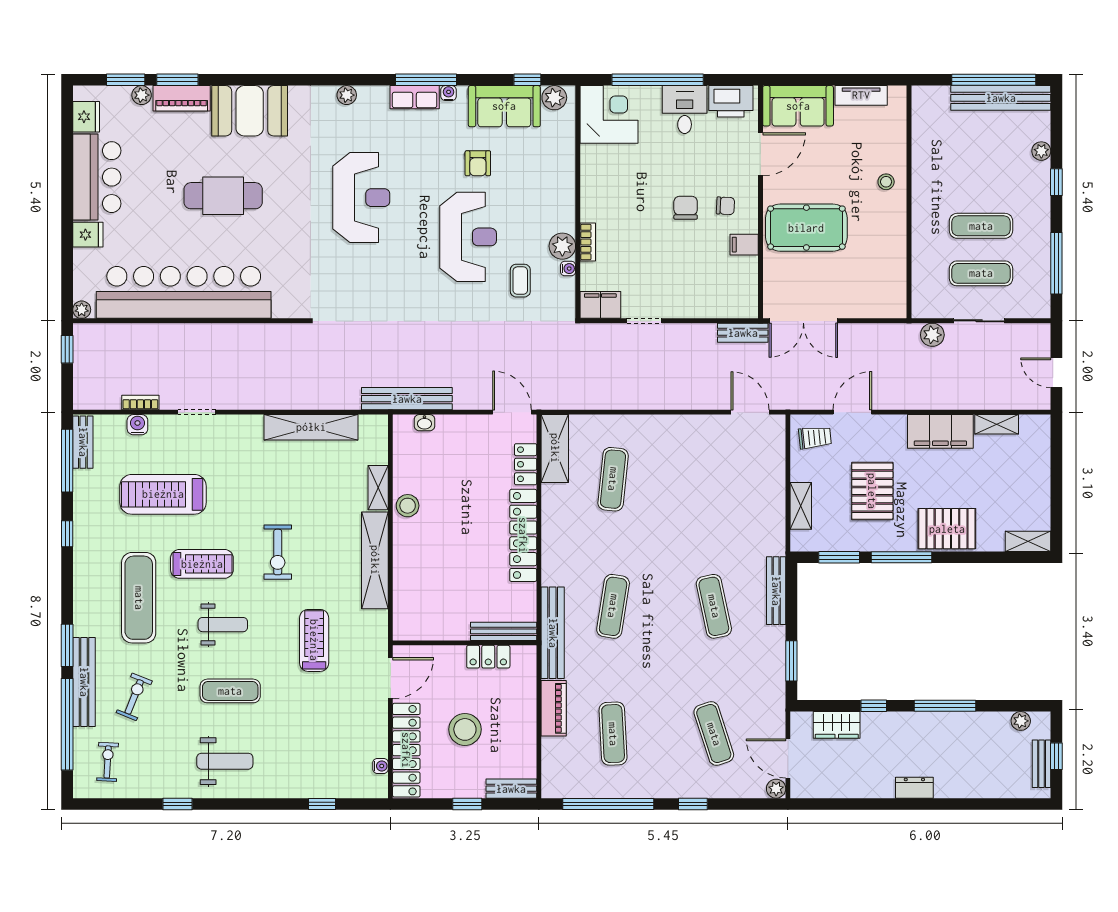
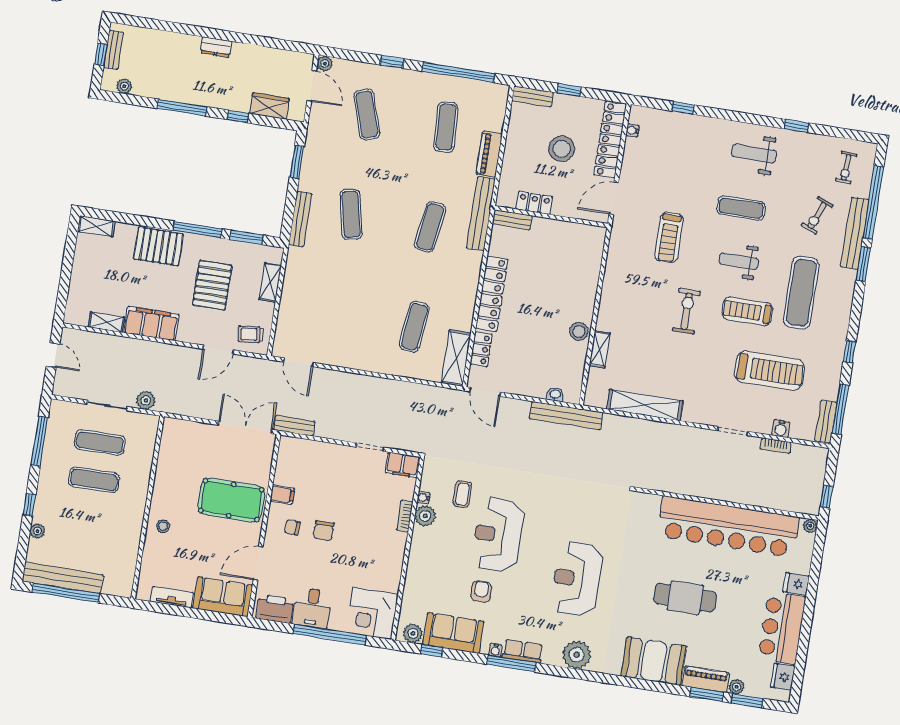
plant: (347, 95) -> (577, 655), width x1.87, depth x1.87
shelving: (375, 560) -> (611, 293), removed
bench: (504, 631) -> (512, 220), width x0.73

